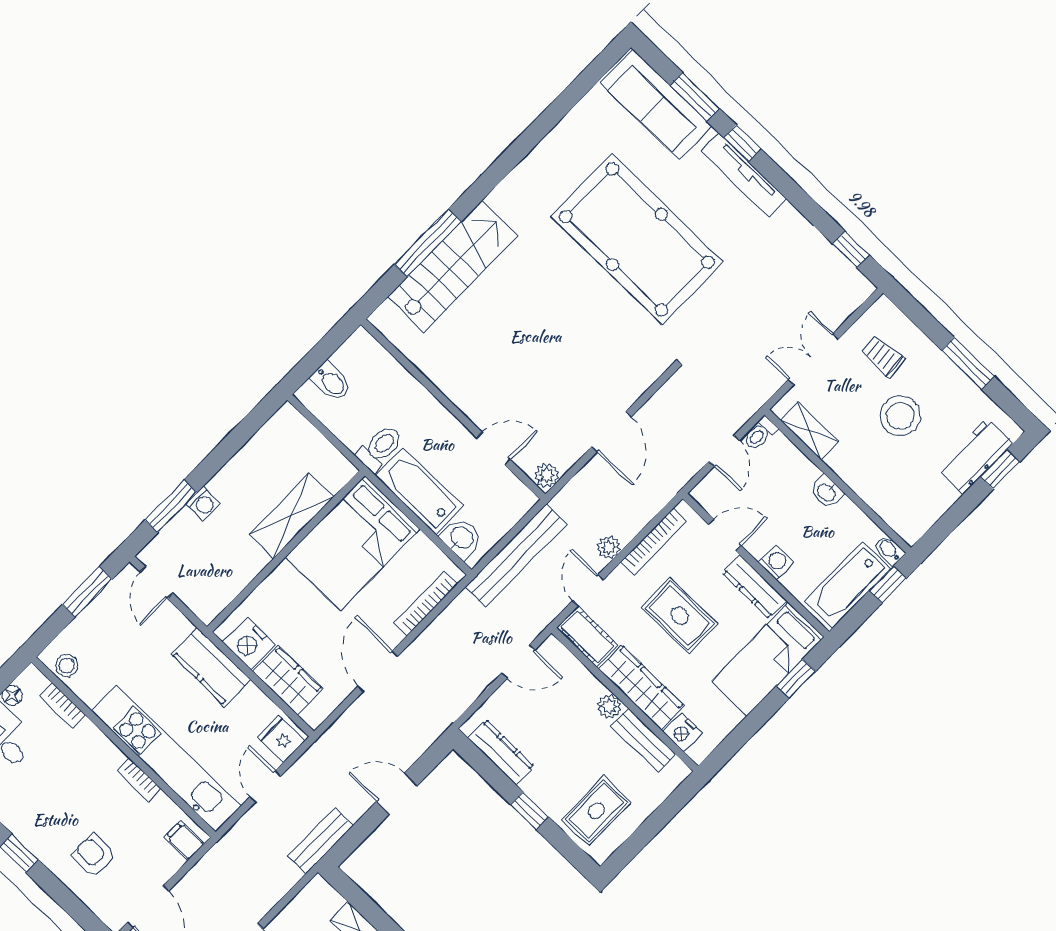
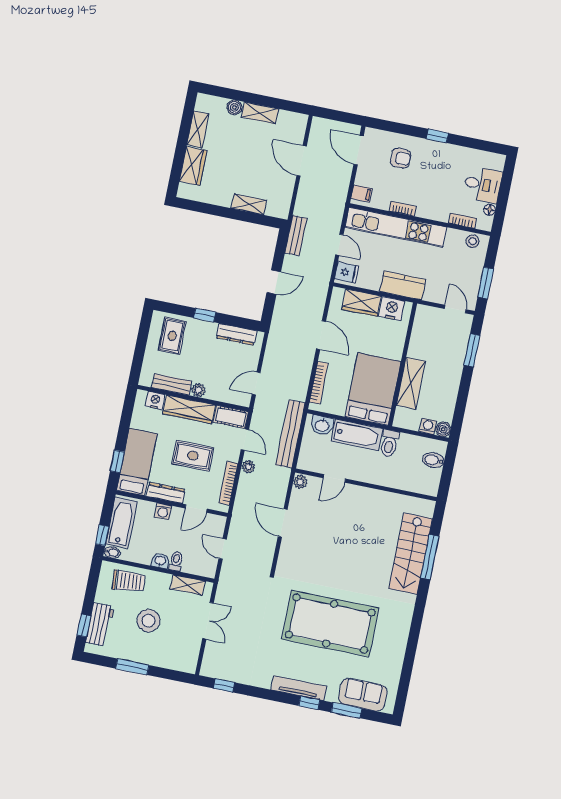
sofa: (656, 105) -> (363, 695), width x0.73
trolley: (883, 356) -> (129, 581), moved, width x1.36, depth x1.39
boiler: (287, 418) -> (443, 429), added
toilet: (760, 434) -> (176, 561), moved
washing machine: (203, 504) -> (428, 426), moved, turned 90

